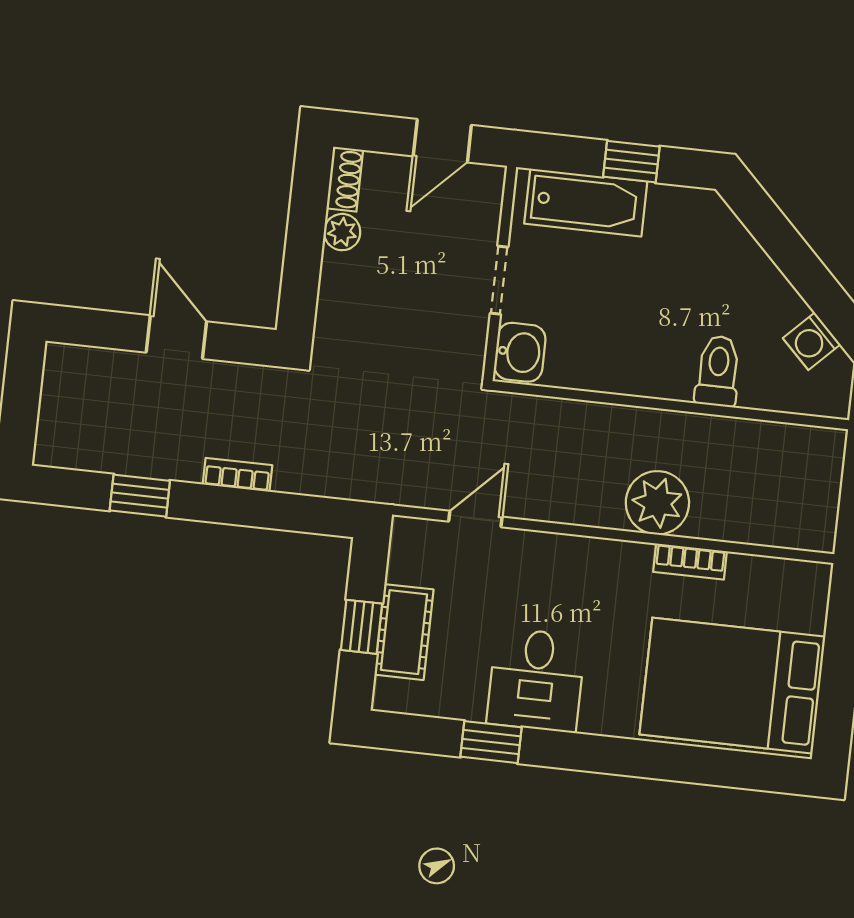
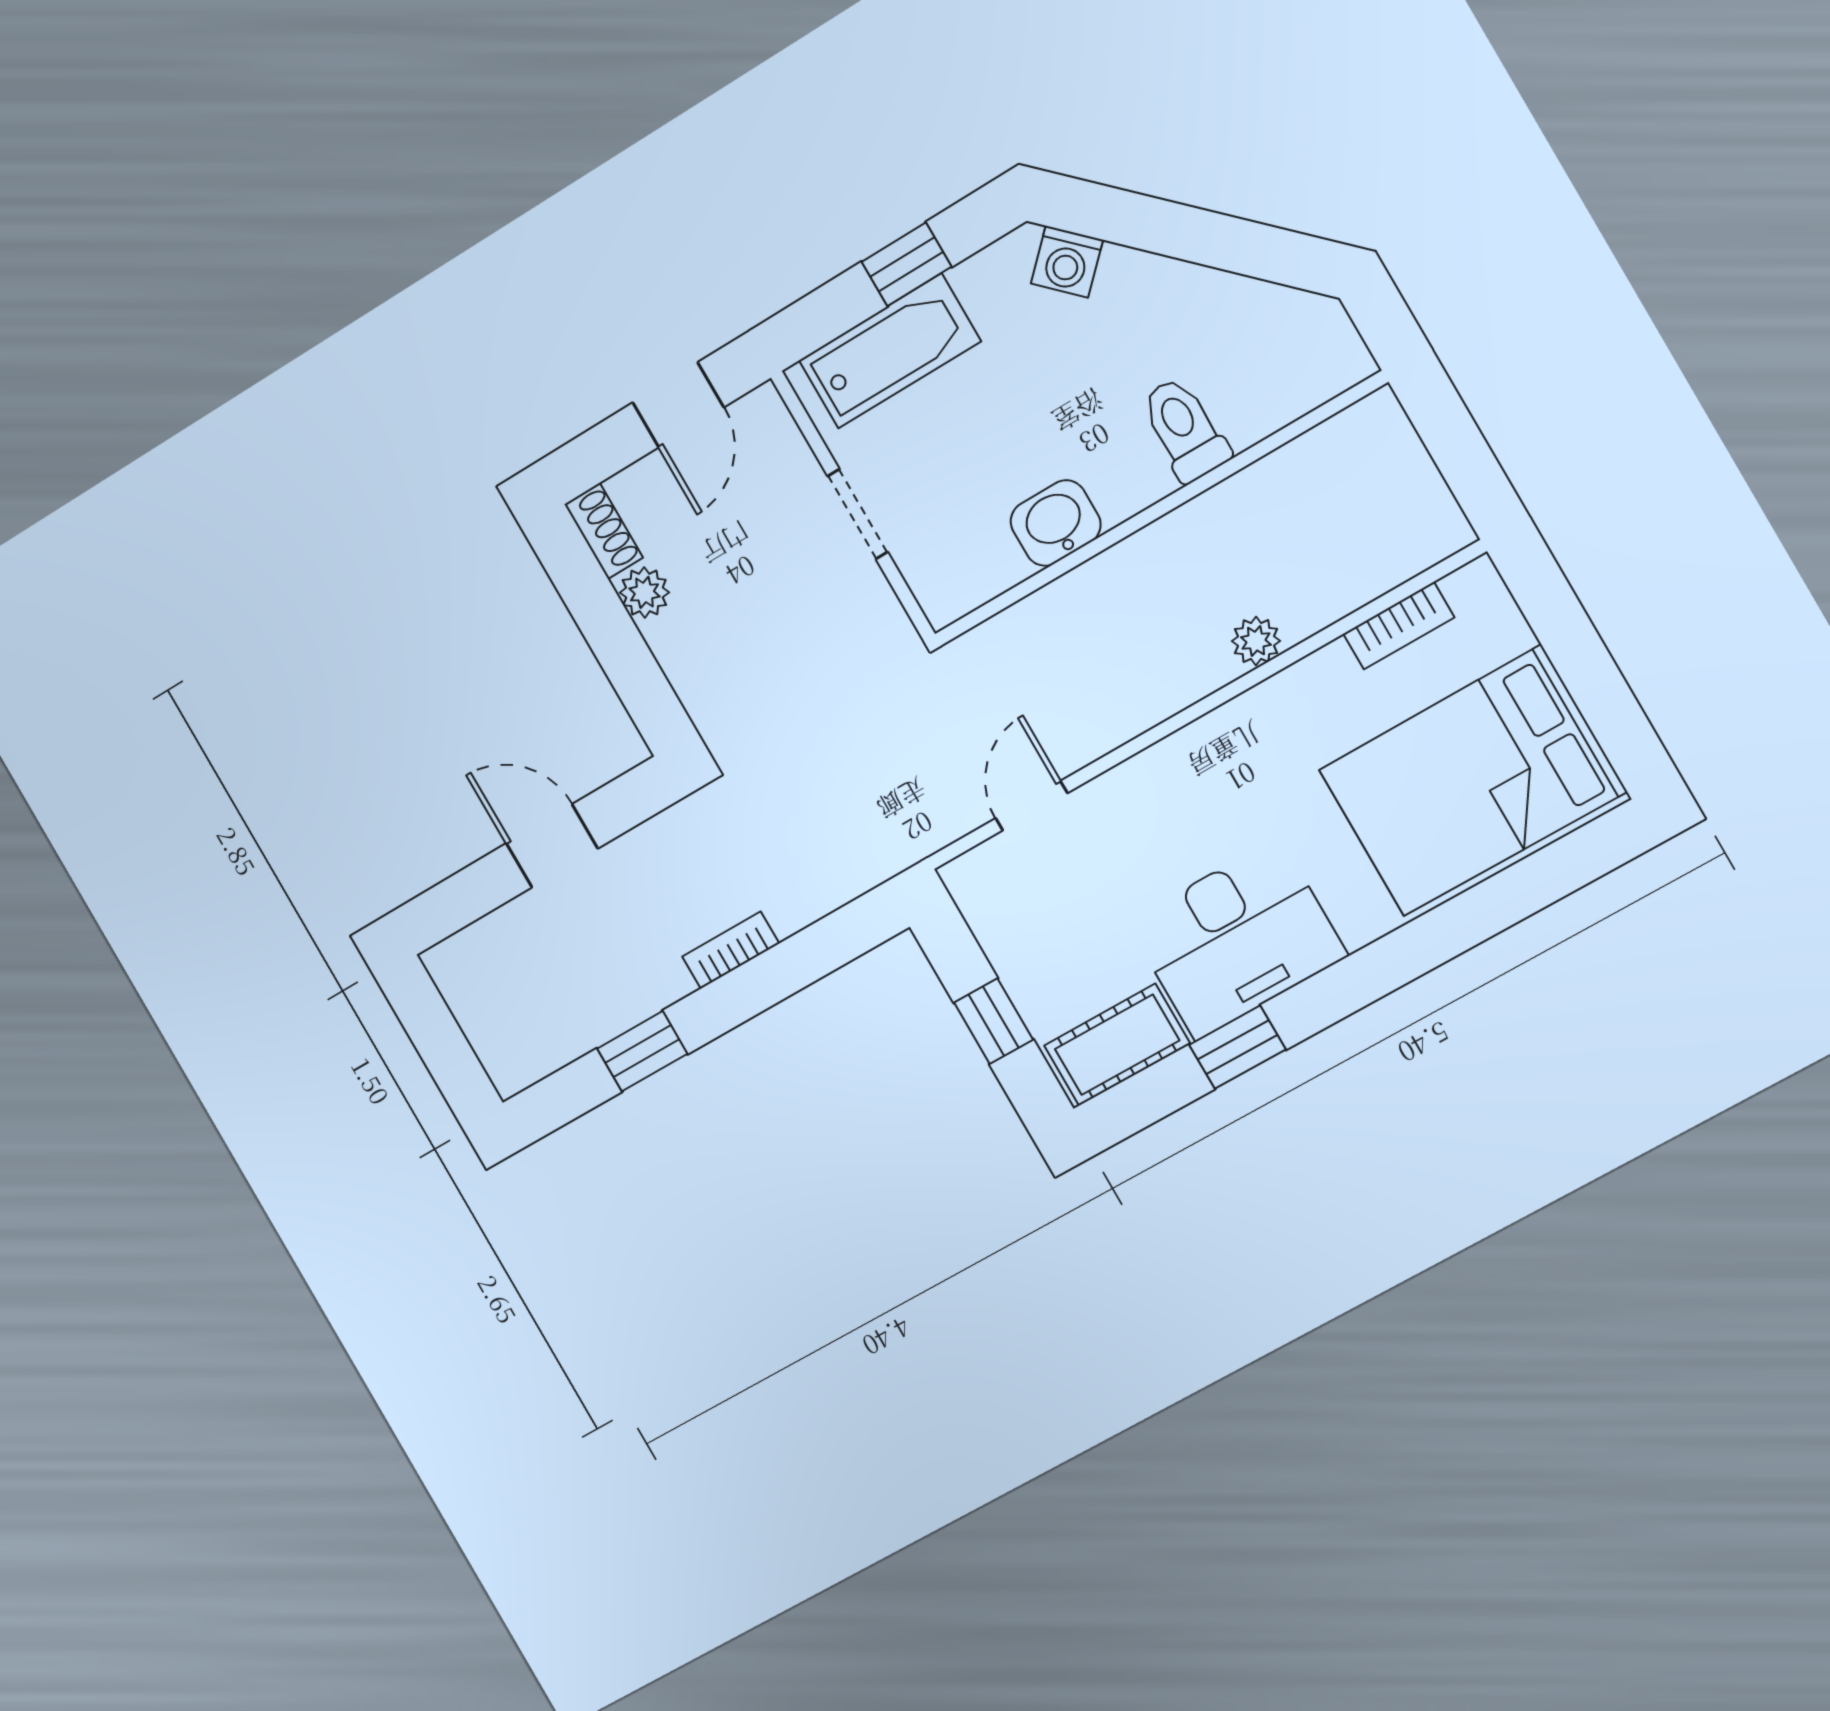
washing machine: (812, 341) -> (1067, 262), moved
washbasin: (520, 352) -> (1056, 523), moved, turned -90
plant: (657, 503) -> (1256, 641), width x0.53, depth x0.53
bookcase: (690, 562) -> (1399, 626), moved
cot: (404, 632) -> (1117, 1045), moved, turned 90
desk: (536, 680) -> (1237, 939), width x1.37

